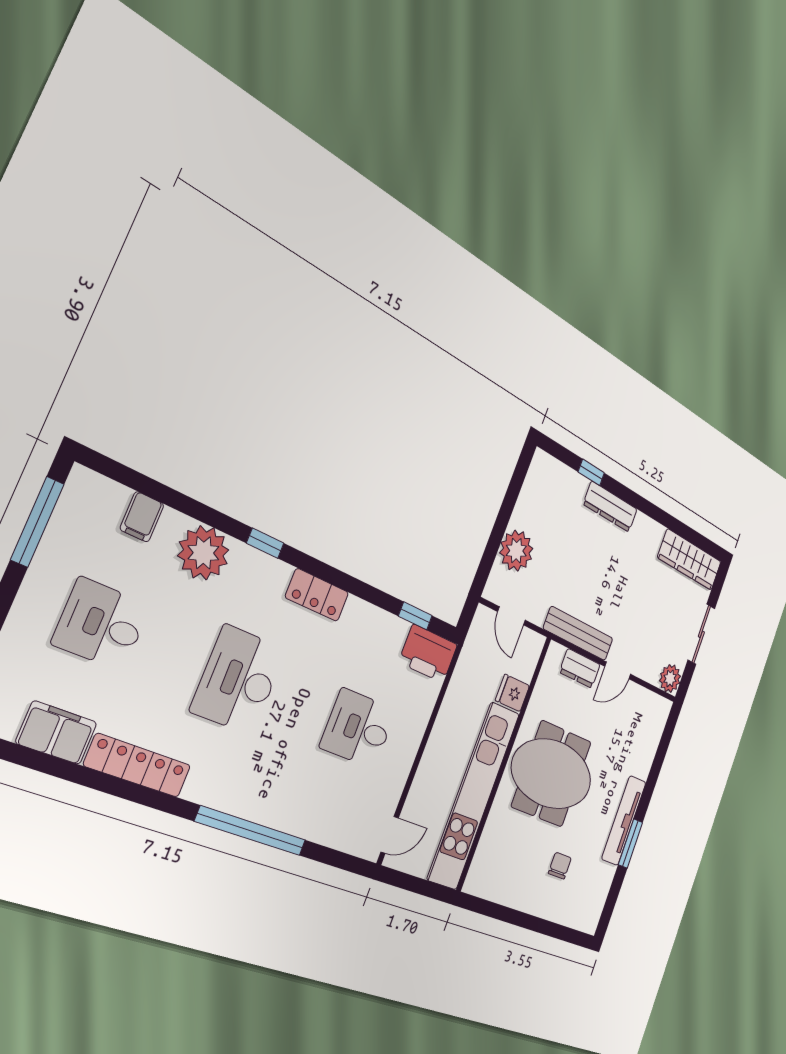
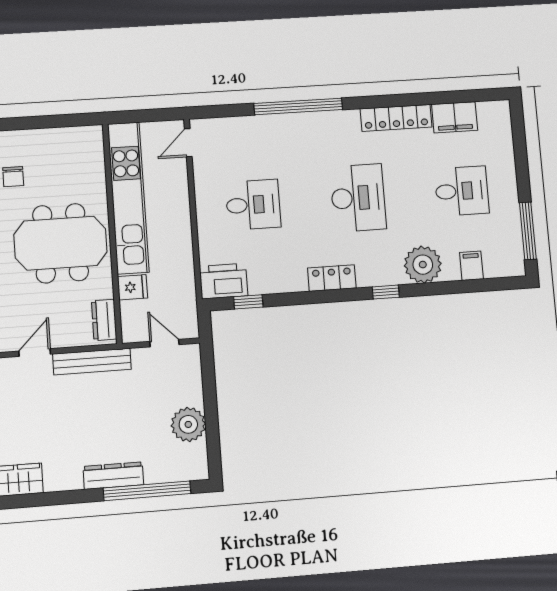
window: (591, 472) -> (147, 491), width x3.17
plant: (516, 551) -> (188, 424), moved
dresser: (580, 668) -> (104, 320), moved, turned -90

